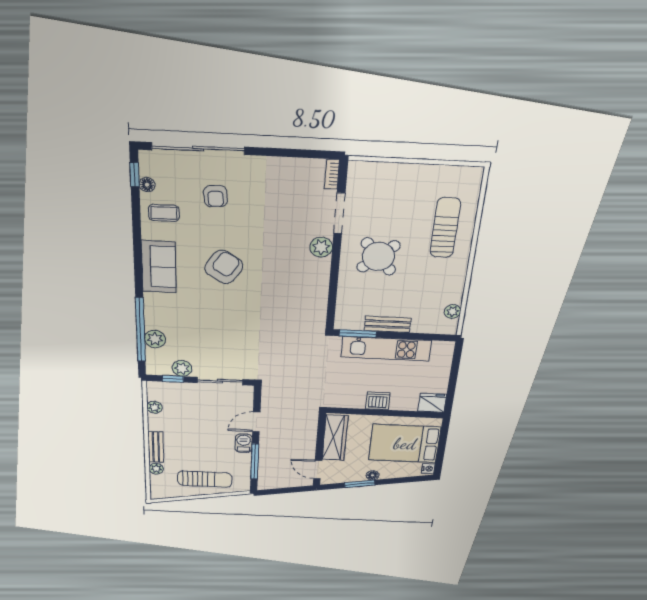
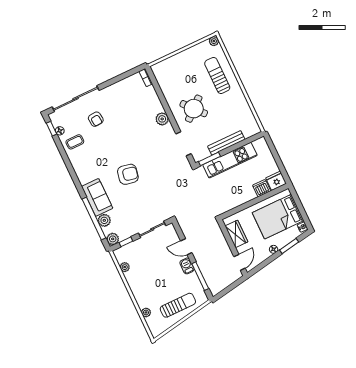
doorway: (339, 213) -> (184, 144), moved
sofa: (159, 267) -> (97, 197), moved
armchair: (224, 267) -> (128, 174), moved, turned 68
plant: (453, 312) -> (214, 41), moved
bench: (388, 324) -> (226, 143), width x1.36
plant: (182, 368) -> (113, 239), moved
dishwasher: (378, 401) -> (262, 188), moved
door: (256, 422) -> (186, 247), hinge flipped
wardrobe: (335, 438) -> (236, 234), width x0.67
bench: (156, 447) -> (138, 296), removed
door: (318, 470) -> (240, 262), swing flipped
window: (360, 484) -> (289, 246), moved

